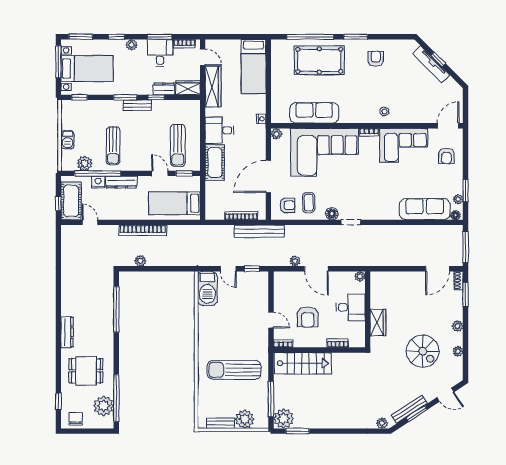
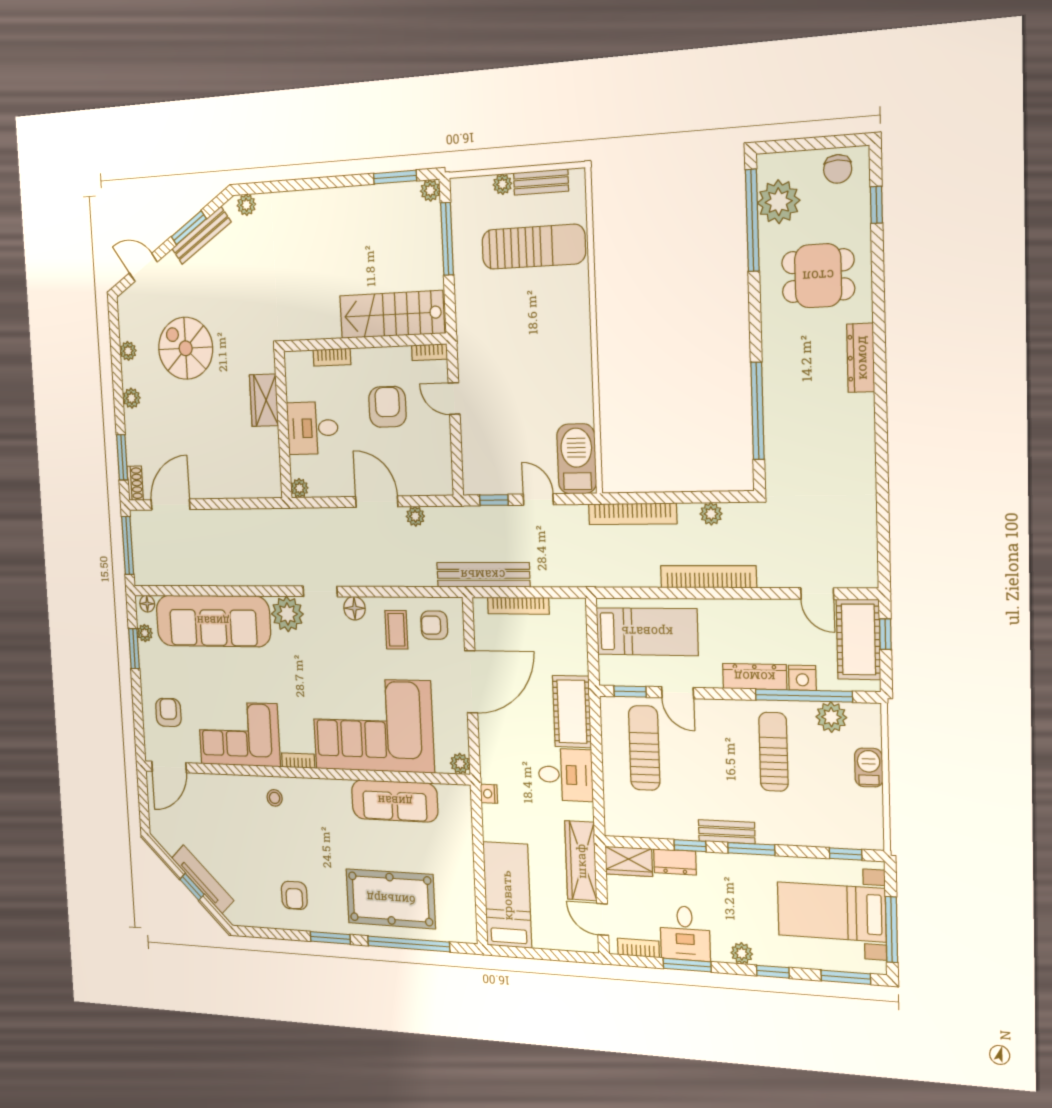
sofa: (425, 209) -> (213, 621), width x1.36, depth x1.27
plant: (371, 210) -> (287, 614), added
bookcase: (180, 261) -> (632, 514), added
sun lounger: (234, 370) -> (534, 247), moved
plant: (245, 419) -> (502, 184), width x0.53, depth x0.53
plant: (284, 419) -> (430, 190), width x0.53, depth x0.53

